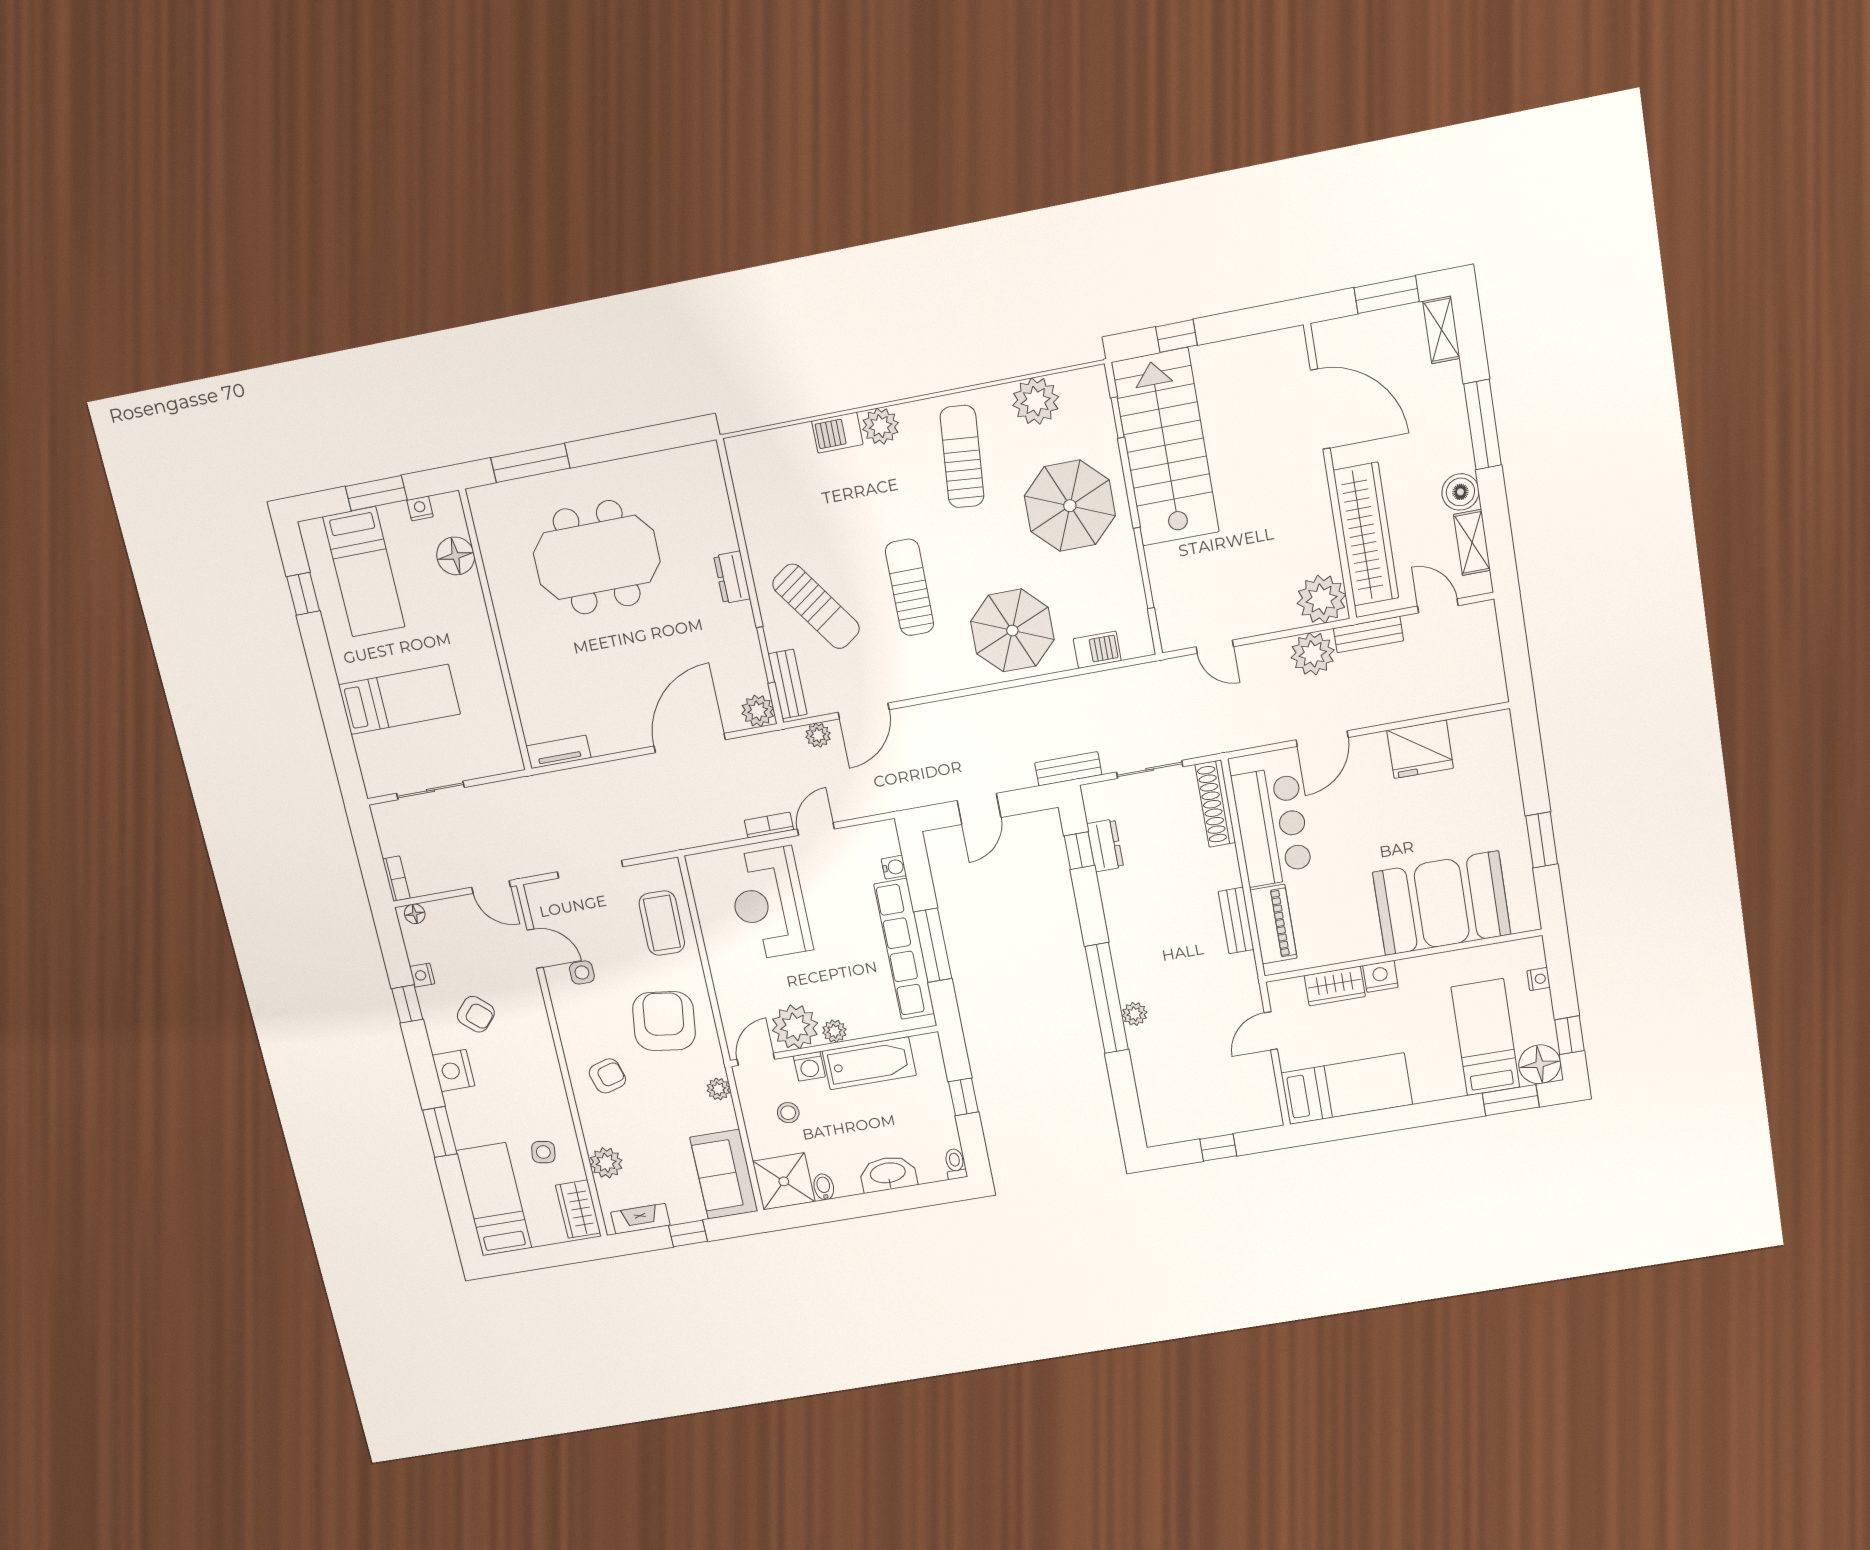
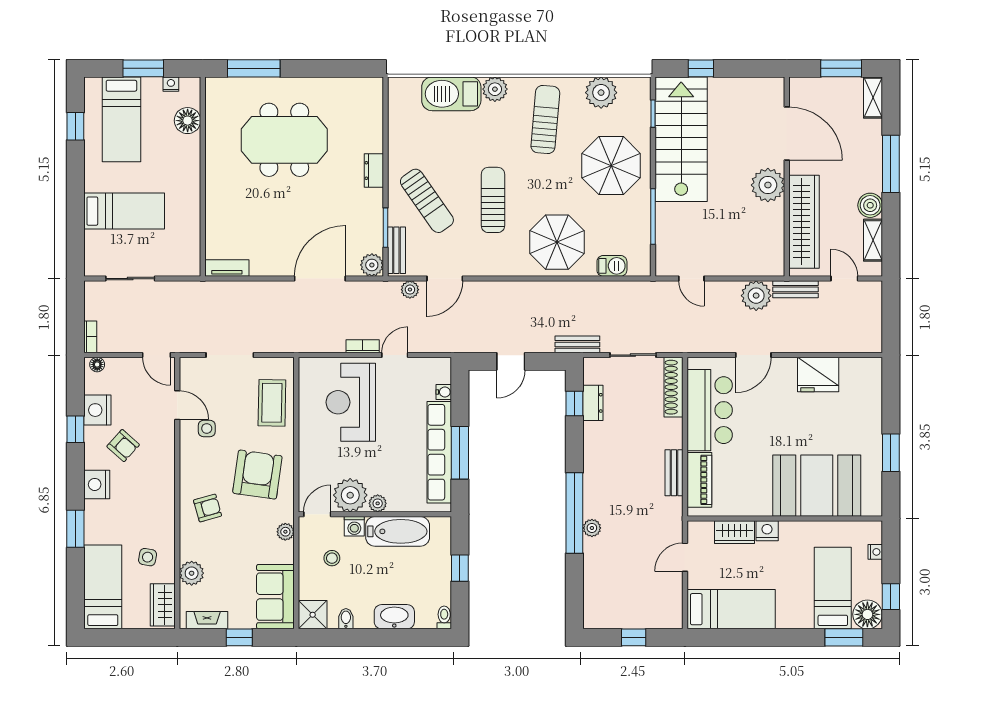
barbecue: (837, 433) -> (451, 94), width x1.88, depth x1.53
plant: (1322, 599) -> (768, 185), moved
nightstand: (422, 975) -> (97, 410), width x1.89, depth x1.79
shower: (784, 1181) -> (313, 615), width x0.73, depth x0.73

